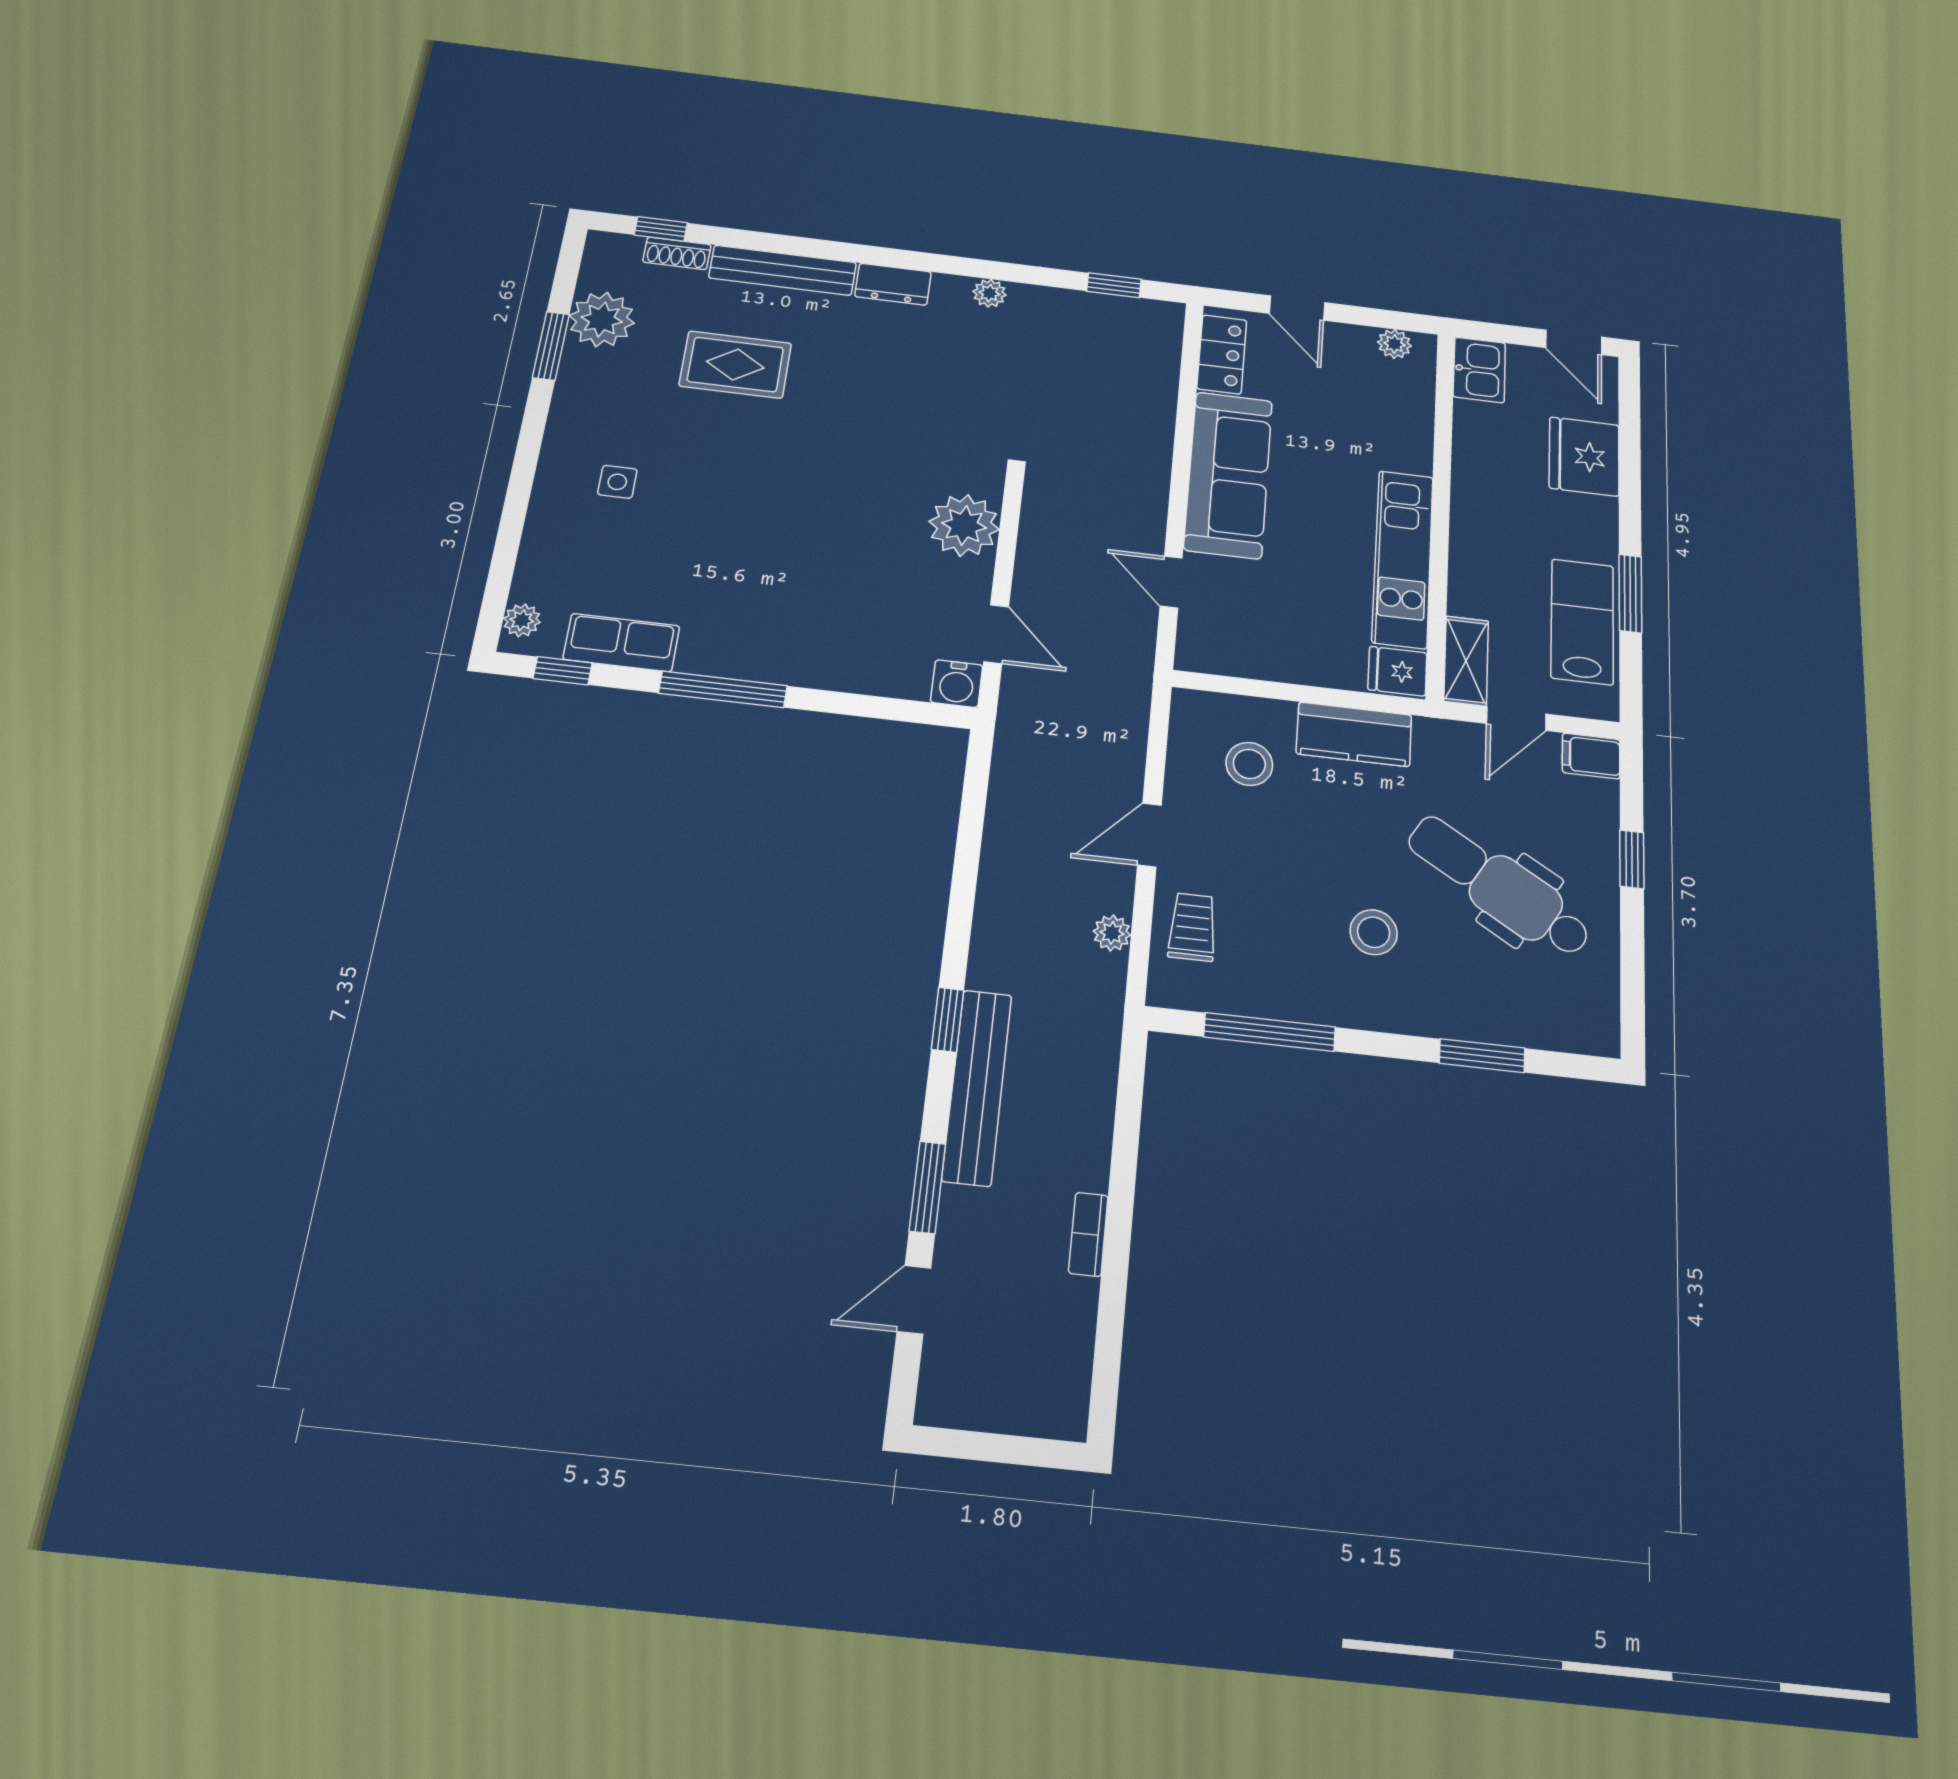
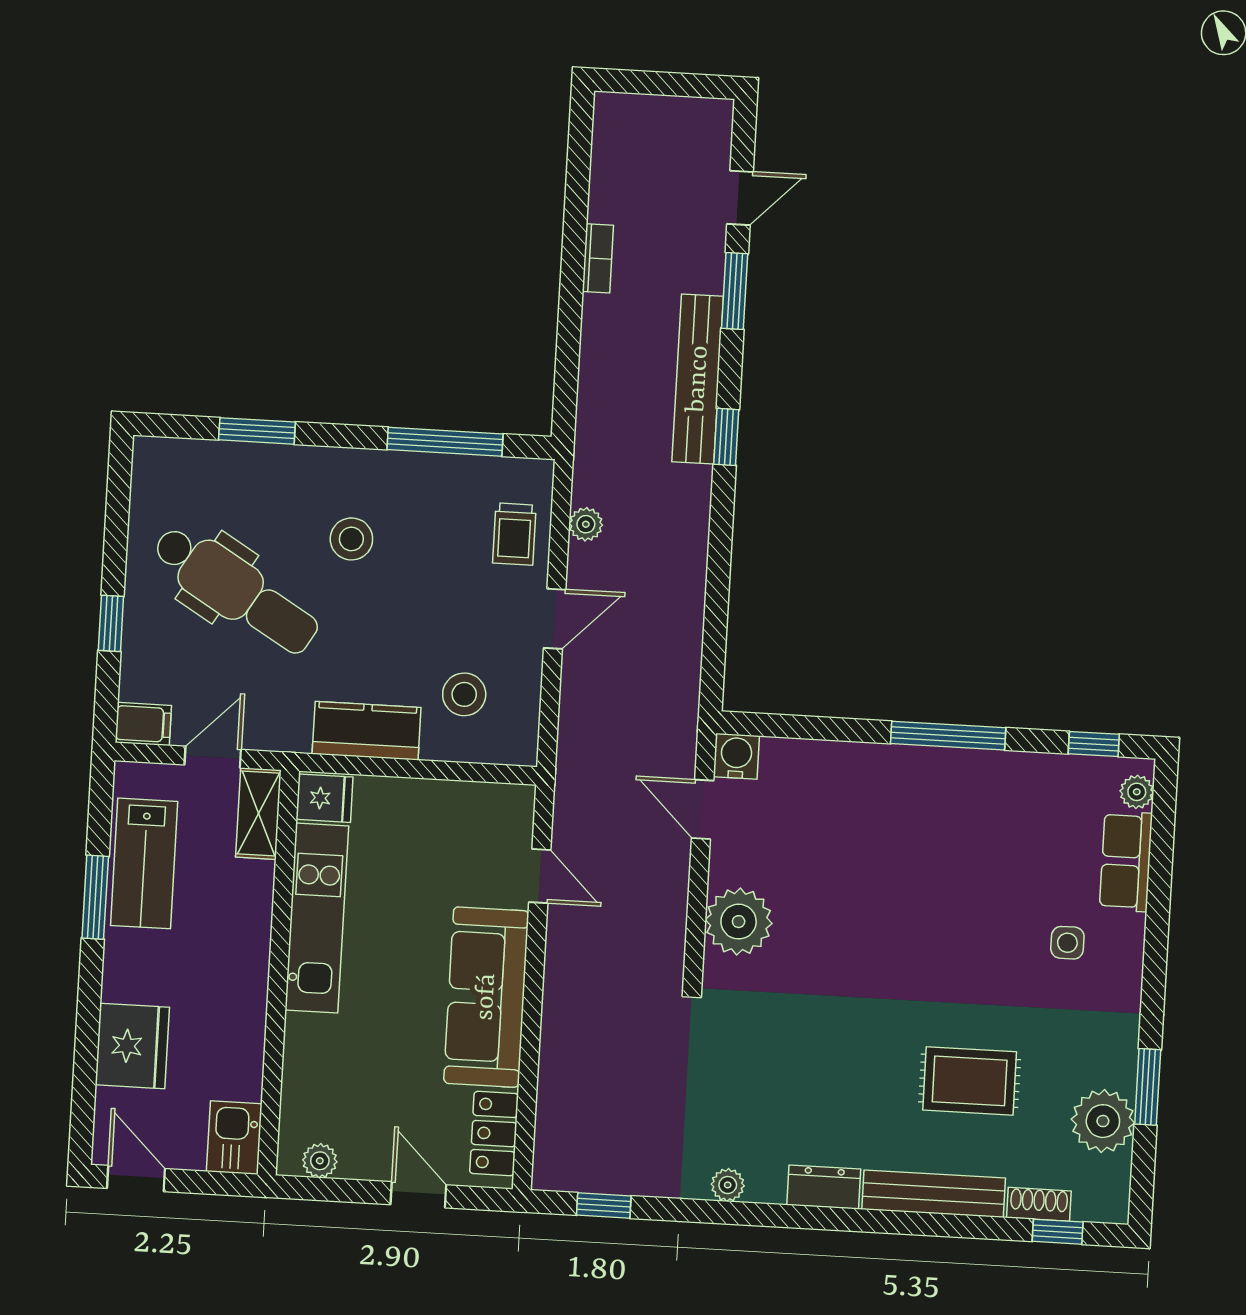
row of seats: (621, 643) -> (1126, 861), moved, turned 90

